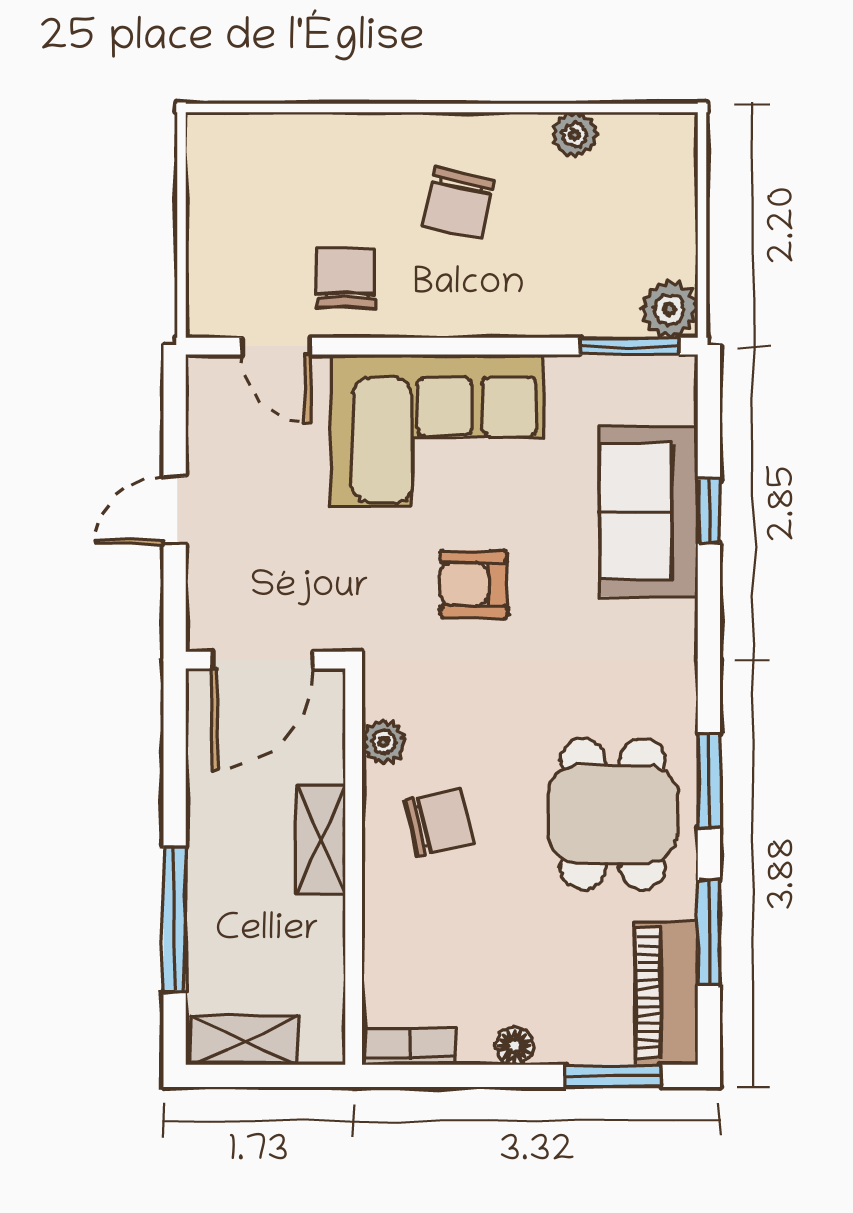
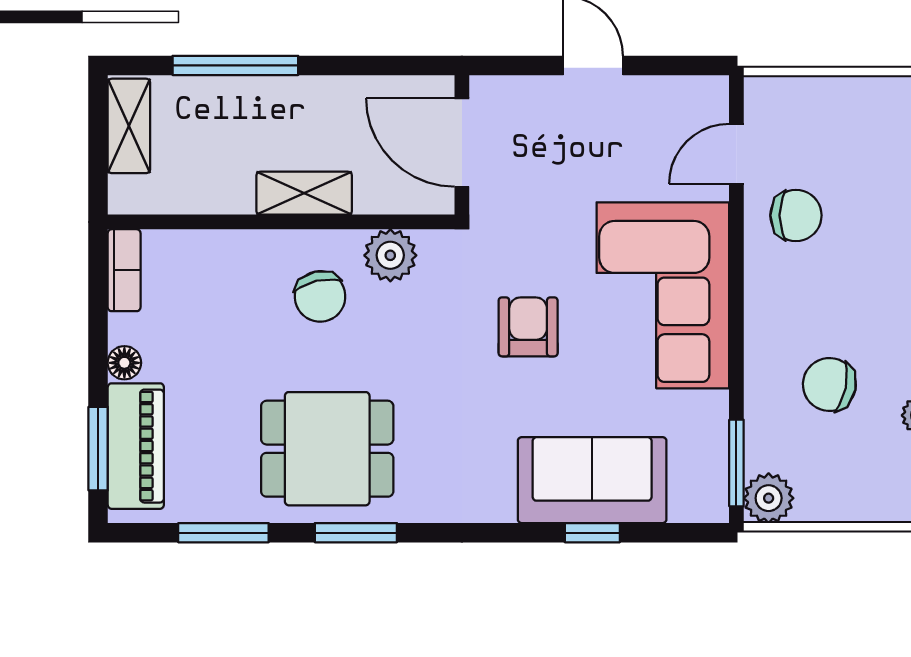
chair: (458, 203) -> (829, 384), moved
plant: (384, 742) -> (390, 255), width x1.38, depth x1.38
piano: (666, 993) -> (136, 446), moved, turned 90

